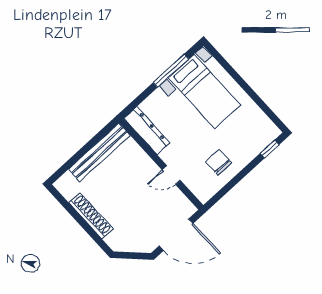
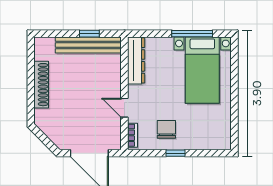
window: (92, 143) -> (89, 34), added
window: (270, 149) -> (176, 153), moved
bookcase: (197, 191) -> (133, 135), added

